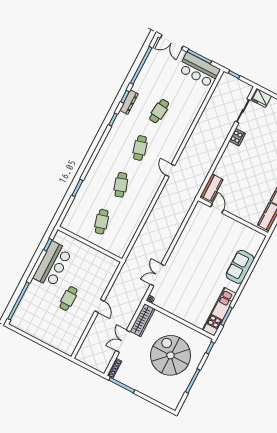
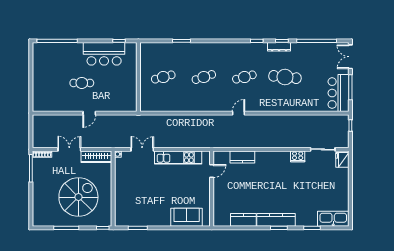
cafe table: (159, 111) -> (285, 77), width x1.37, depth x1.35
door: (217, 208) -> (212, 171), moved
wall: (233, 217) -> (212, 189), moved
kitchen unit: (219, 312) -> (178, 158), moved, turned 180

